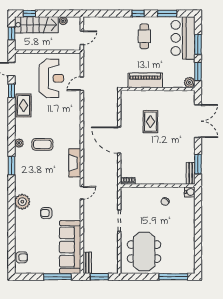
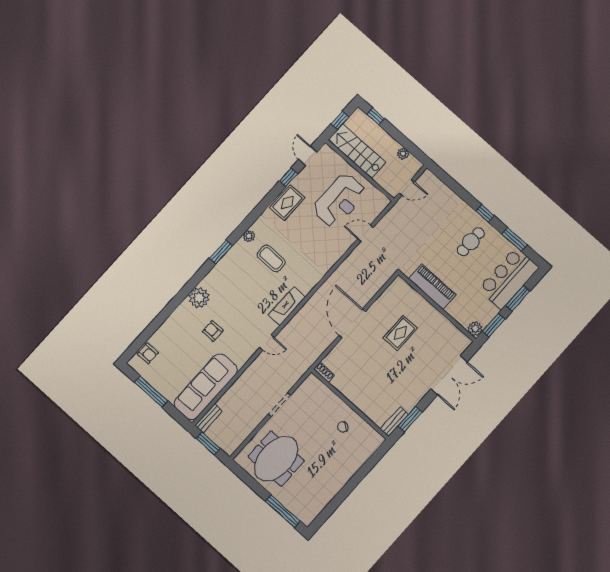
stairs: (36, 25) -> (357, 151), moved, turned 180
water cooler: (190, 192) -> (376, 440), removed
window: (57, 277) -> (151, 392), moved

